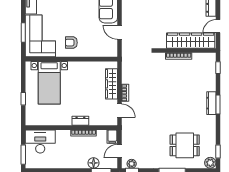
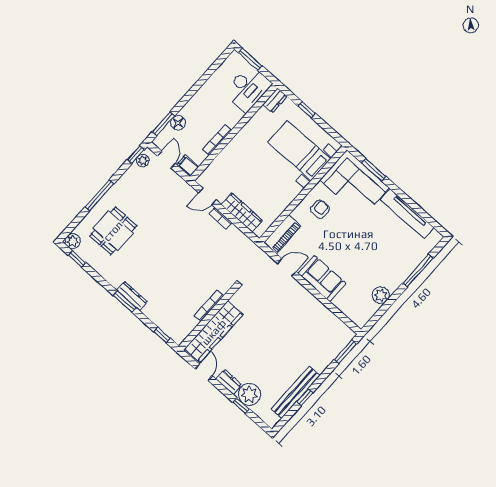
piano: (103, 51) -> (283, 234), added
dresser: (80, 121) -> (275, 100), moved

